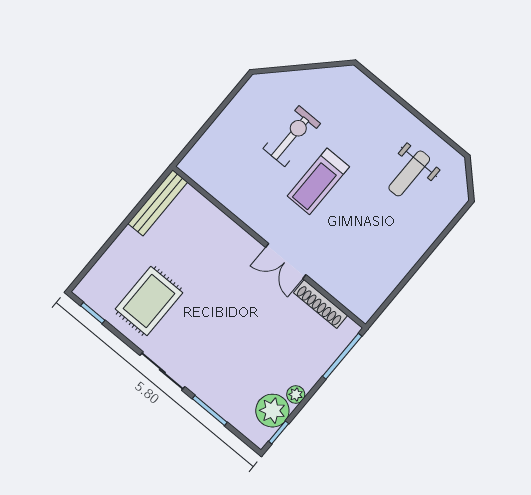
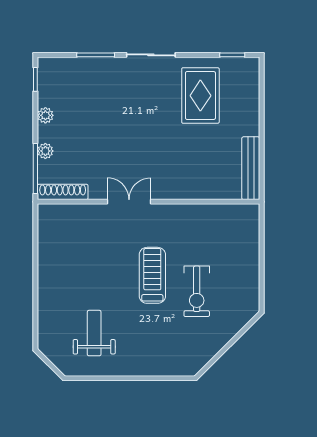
shoe rack: (320, 304) -> (63, 192), moved
plant: (272, 411) -> (45, 151), moved, width x0.53, depth x0.53

